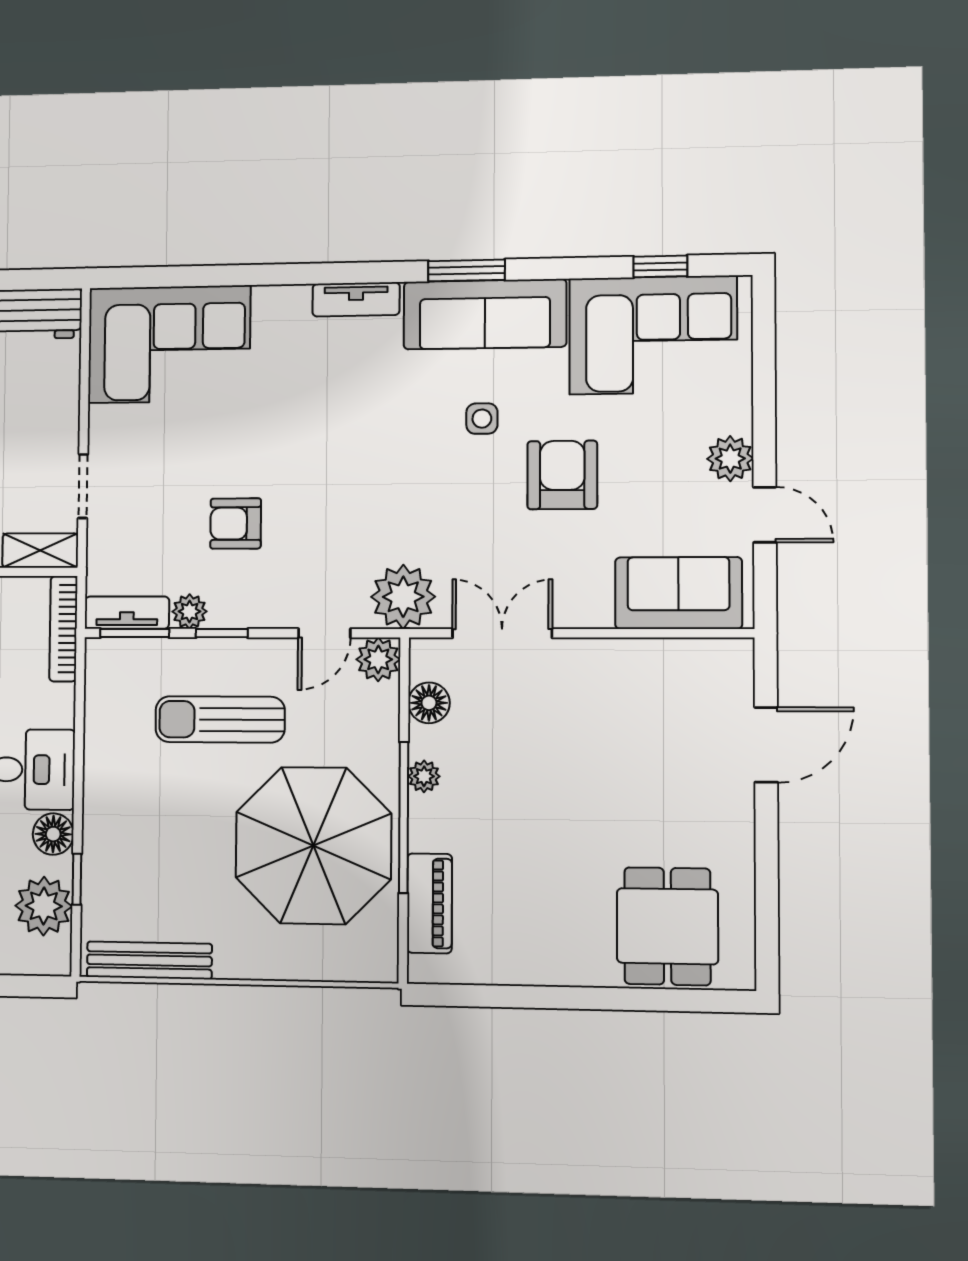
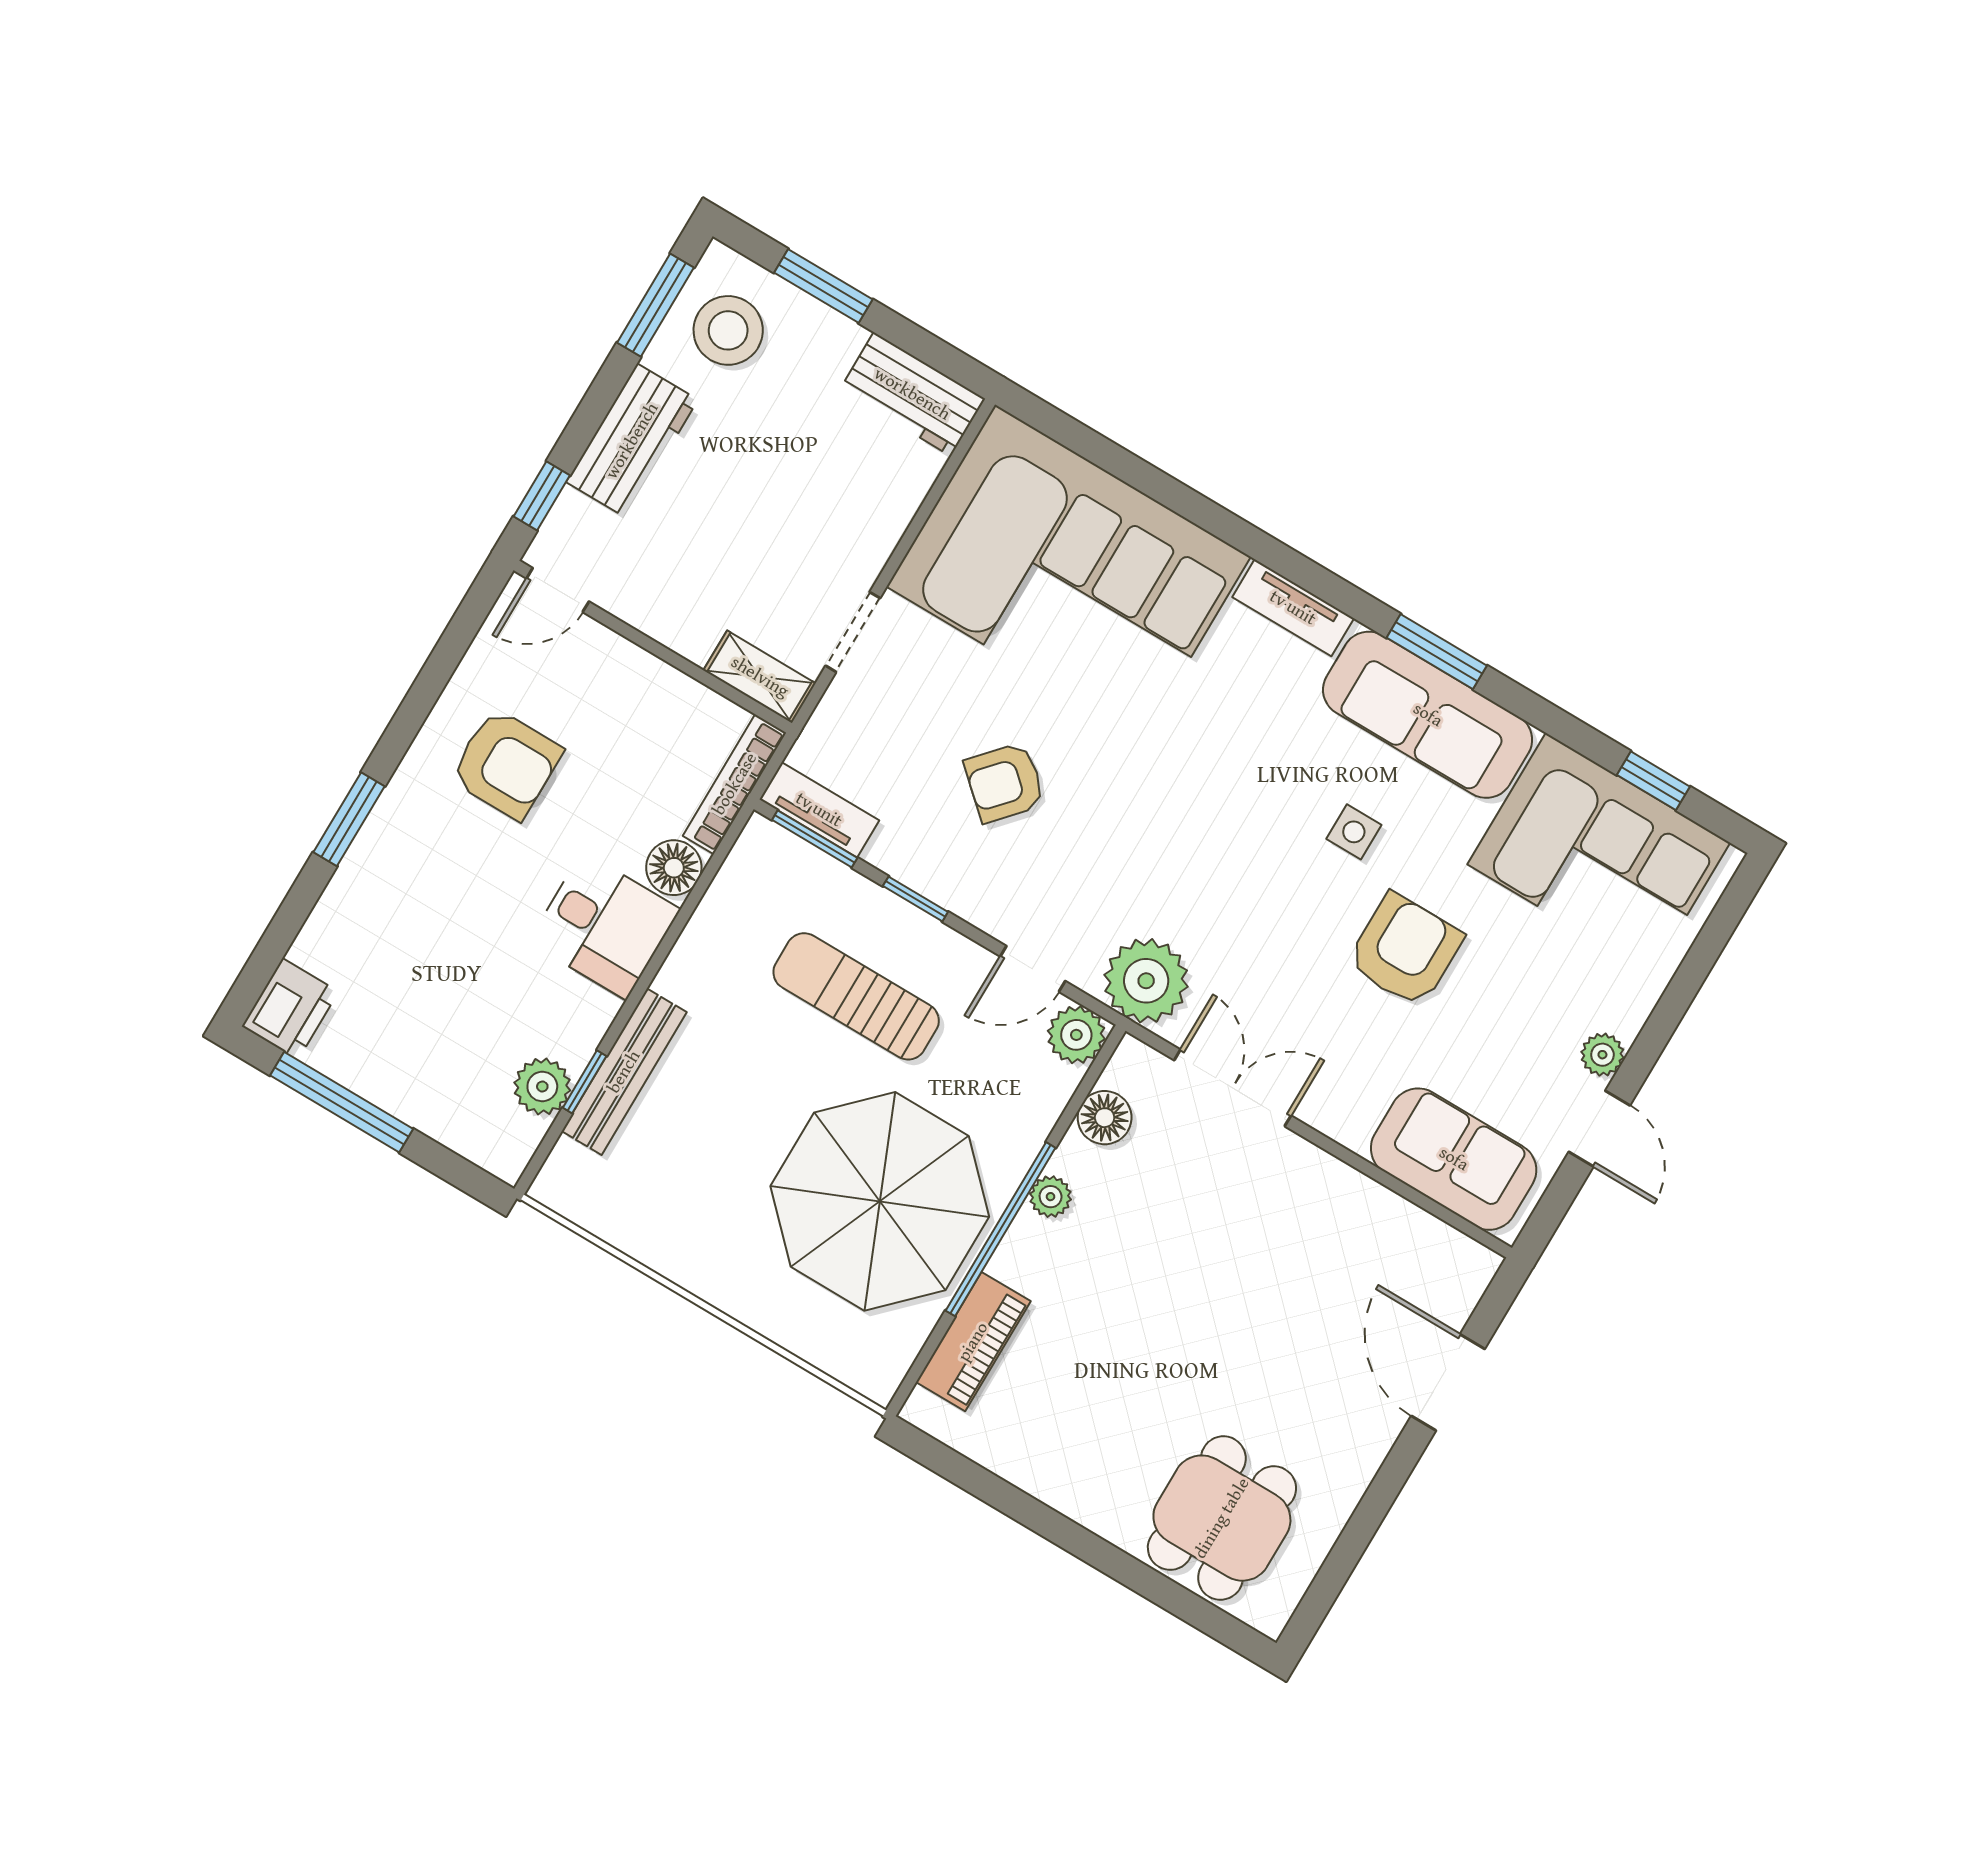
corner sofa: (169, 344) -> (1069, 572), width x1.36, depth x1.36
plant: (730, 459) -> (1602, 1055), width x0.73, depth x0.73
armchair: (236, 524) -> (1005, 783), turned -48
plant: (189, 611) -> (893, 852), removed
door: (766, 745) -> (1448, 1382), swing flipped
floor lamp: (53, 834) -> (674, 868), moved
plant: (44, 906) -> (542, 1087), width x0.73, depth x0.73
bench: (149, 960) -> (624, 1072), moved, turned 90

